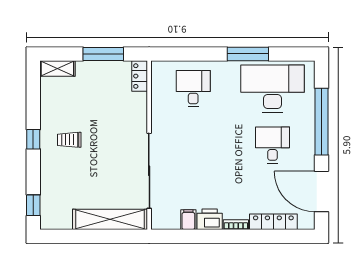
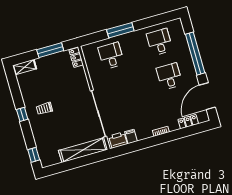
window: (248, 54) -> (120, 30), moved
desk: (272, 89) -> (160, 42), width x0.53, depth x0.77
door: (321, 191) -> (207, 96), hinge flipped
printer: (210, 219) -> (118, 140), moved
locker: (273, 222) -> (188, 122), width x0.66

